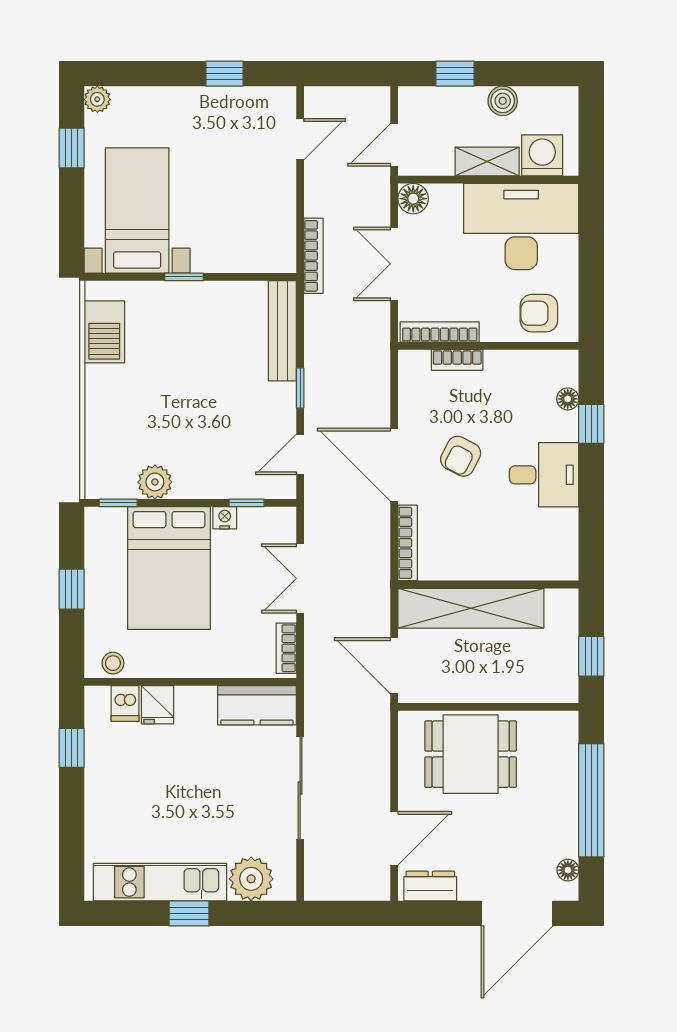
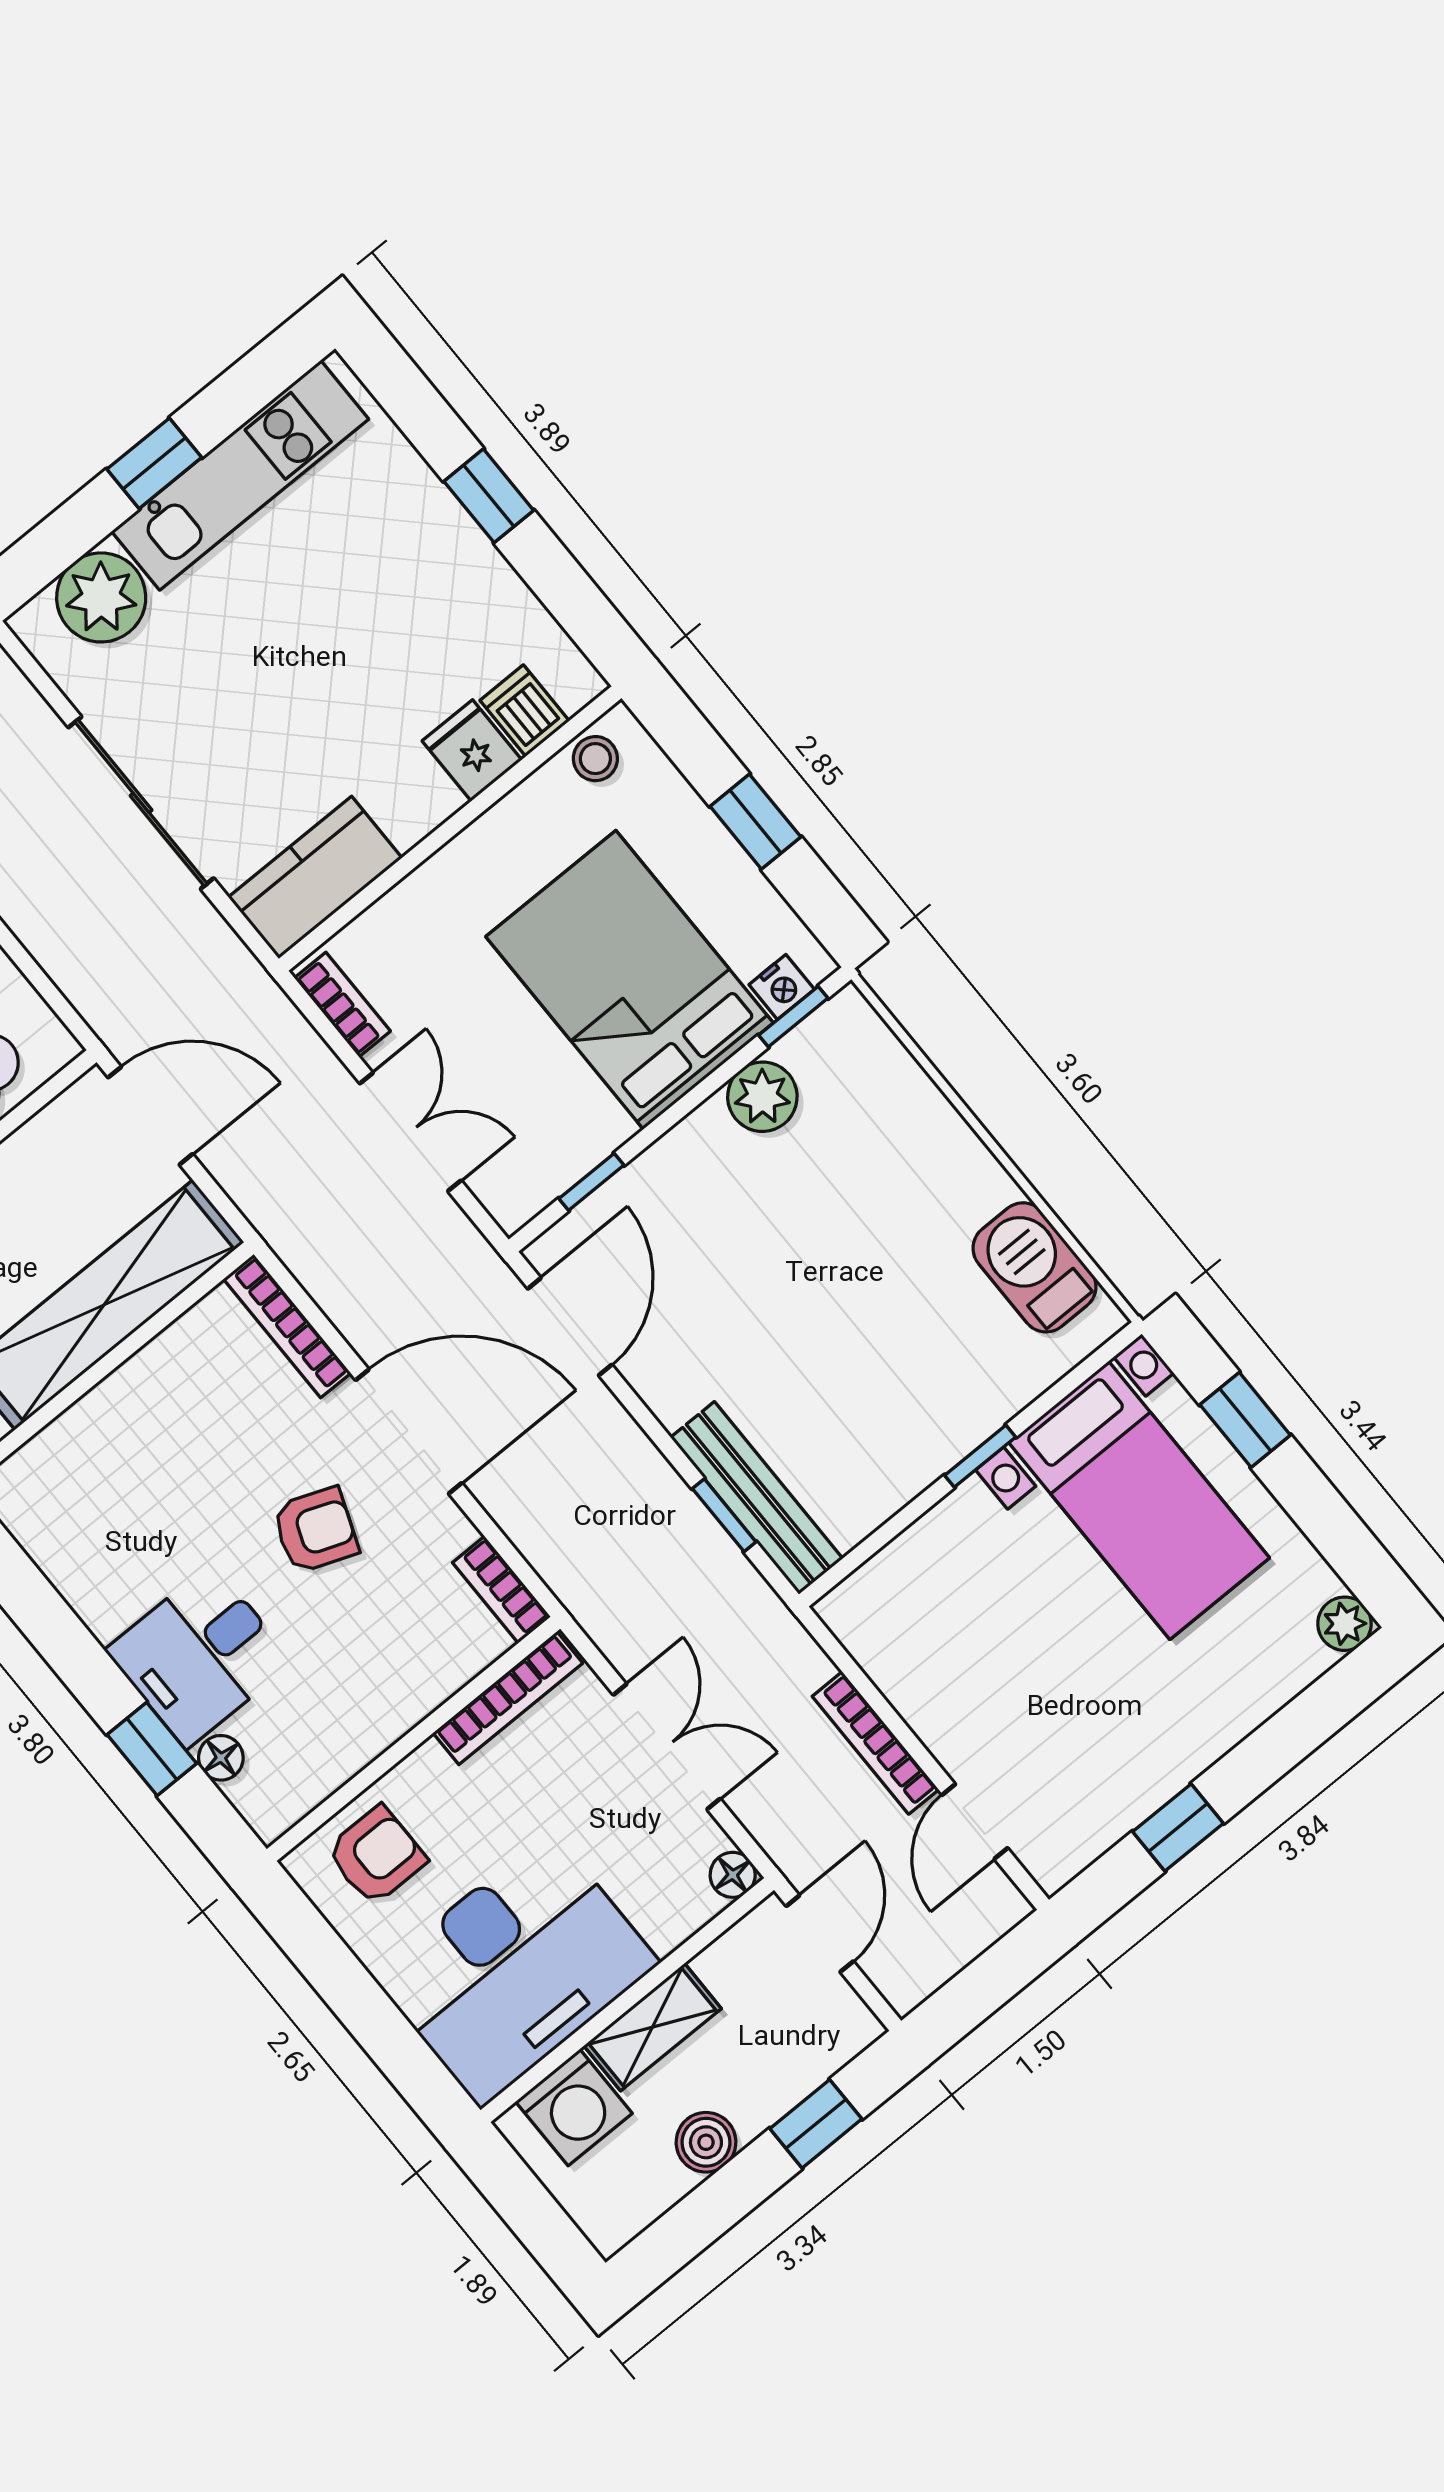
window: (72, 148) -> (1245, 1420), moved
floor lamp: (413, 199) -> (733, 1875), width x0.73, depth x0.73
bookcase: (313, 256) -> (875, 1743), moved
bookcase: (457, 360) -> (501, 1590), moved, turned -90
window: (300, 388) -> (724, 1515), moved
door: (300, 454) -> (570, 1327), width x1.38
armchair: (461, 456) -> (315, 1530), turned 84
desk: (544, 475) -> (199, 1656), moved
nightstand: (225, 518) -> (782, 987), moved
window: (72, 748) -> (489, 496), moved

